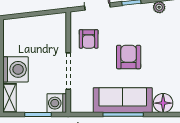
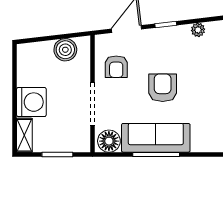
boiler: (45, 24) -> (65, 50), added
washing machine: (57, 103) -> (79, 141), removed
floor lamp: (163, 103) -> (109, 141), moved

